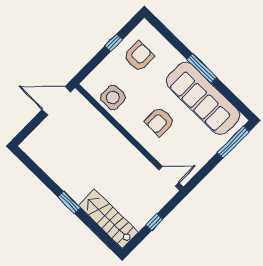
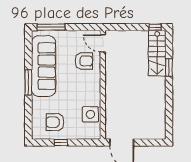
armchair: (159, 121) -> (84, 61), moved
window: (69, 202) -> (169, 67), moved
window: (154, 222) -> (155, 27), moved

